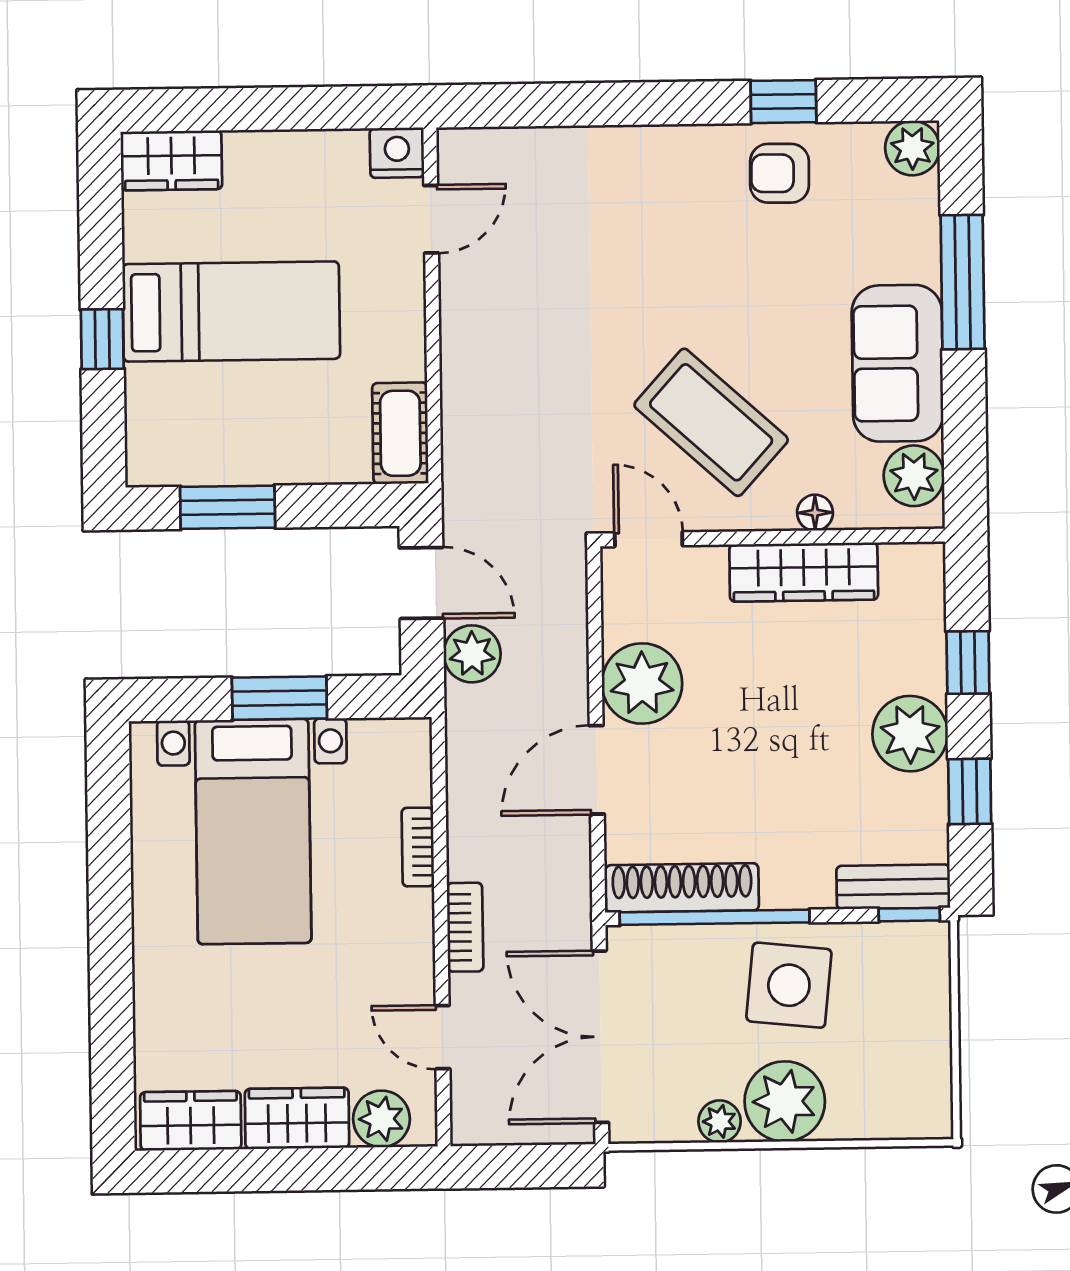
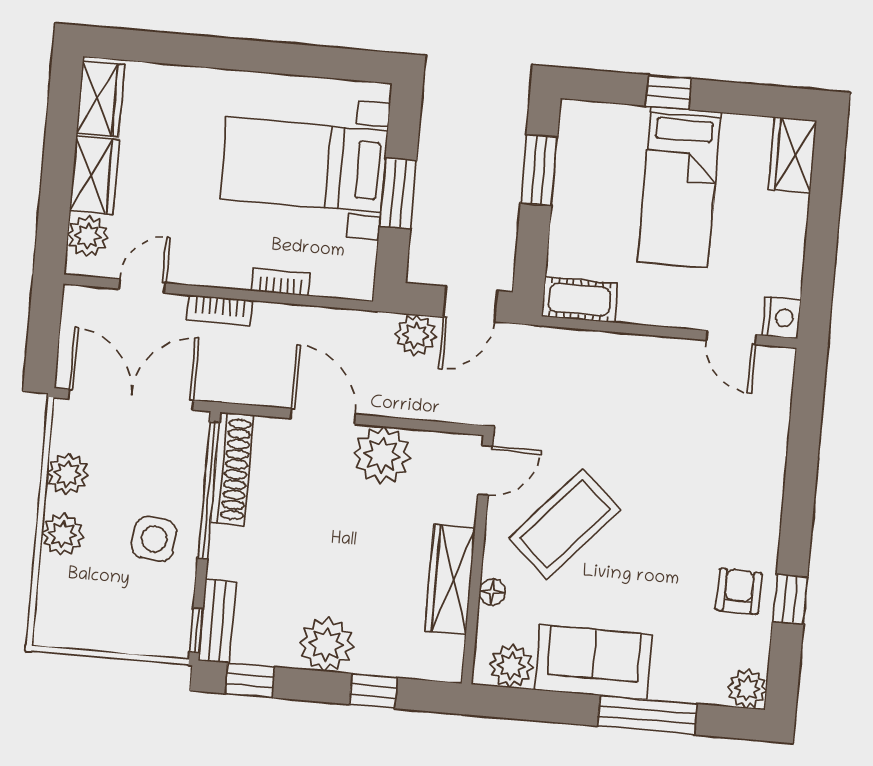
window: (970, 791) -> (250, 680), moved
side table: (789, 985) -> (154, 539), width x0.73, depth x0.73
plant: (785, 1101) -> (63, 534), width x0.73, depth x0.73
plant: (720, 1121) -> (68, 474), width x1.38, depth x1.38

